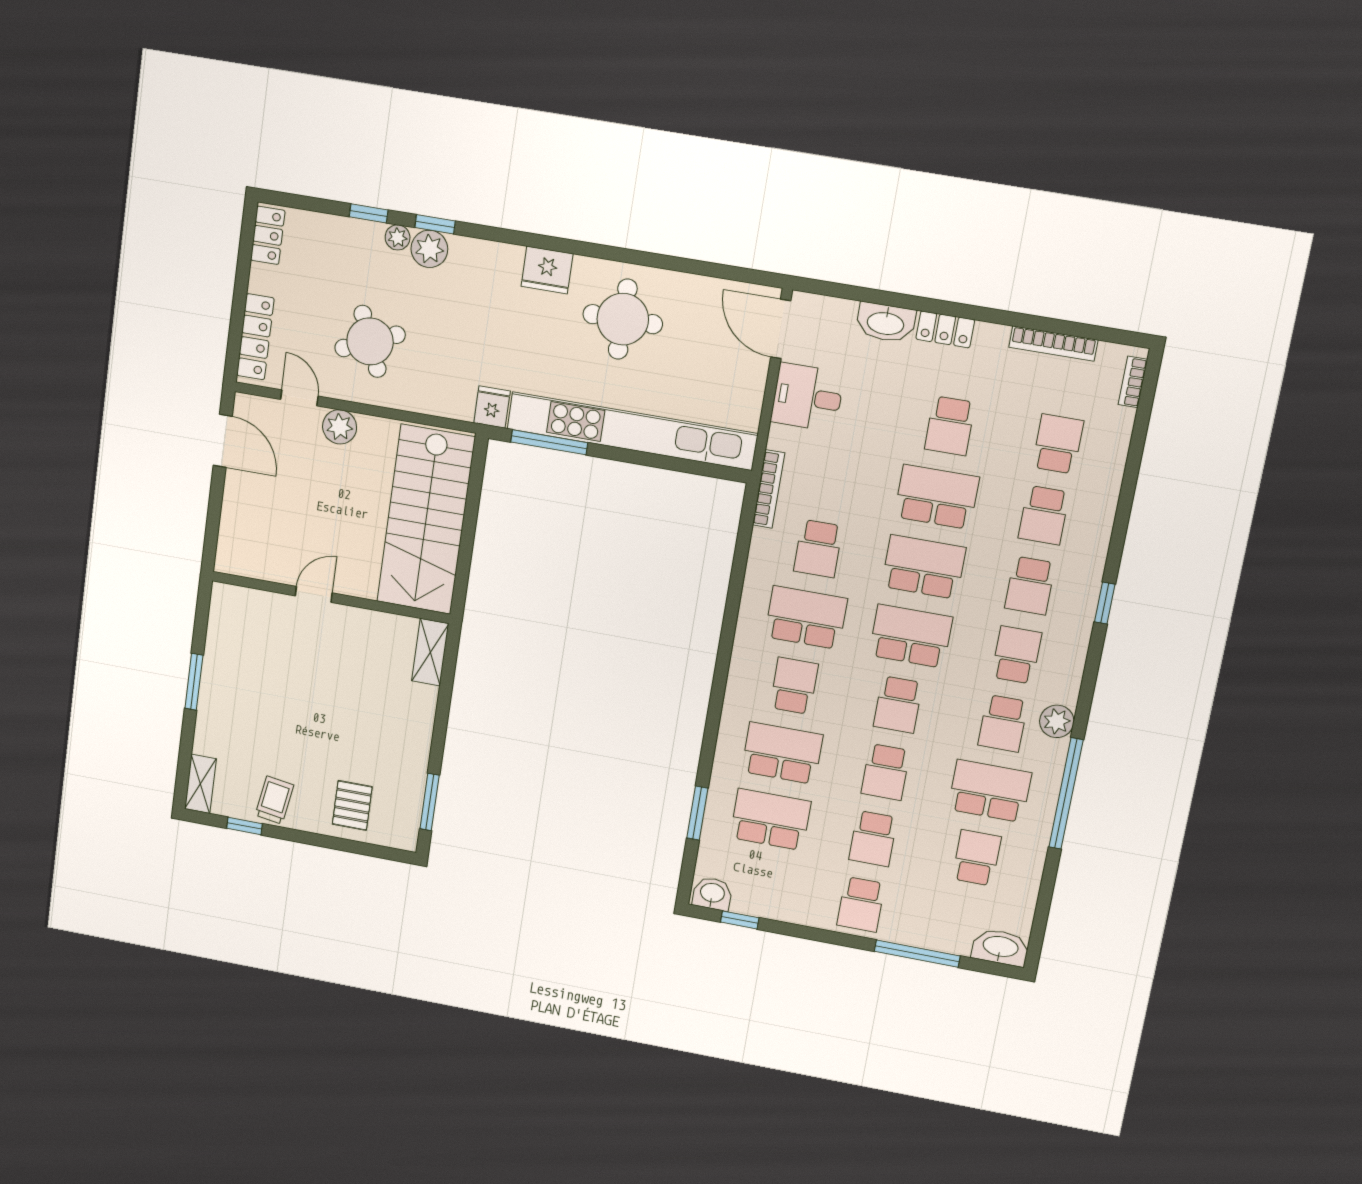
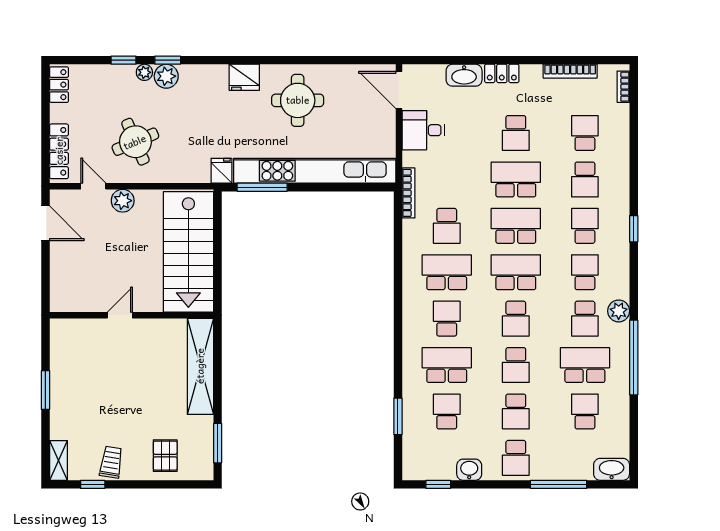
school desk: (1030, 586) -> (585, 226), turned 180
shelving: (430, 652) -> (200, 366), width x2.20, depth x1.33
school desk: (770, 820) -> (447, 411), width x0.54
washbasin: (712, 894) -> (469, 470), moved

